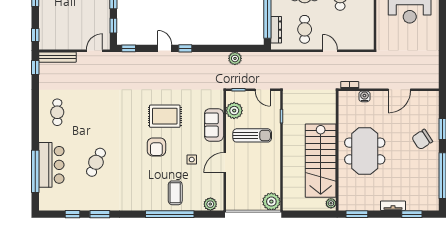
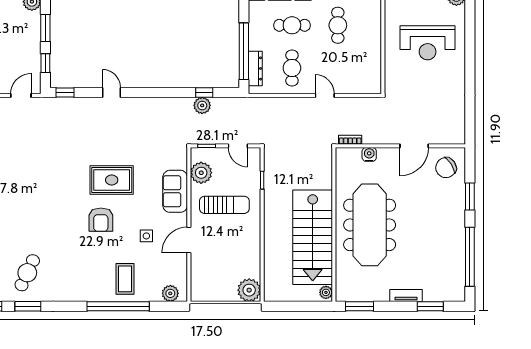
window: (185, 48) -> (204, 92), moved
chair: (422, 139) -> (446, 168), moved
meeting table: (365, 151) -> (370, 225), width x1.36
cafe table: (96, 162) -> (27, 273), moved

